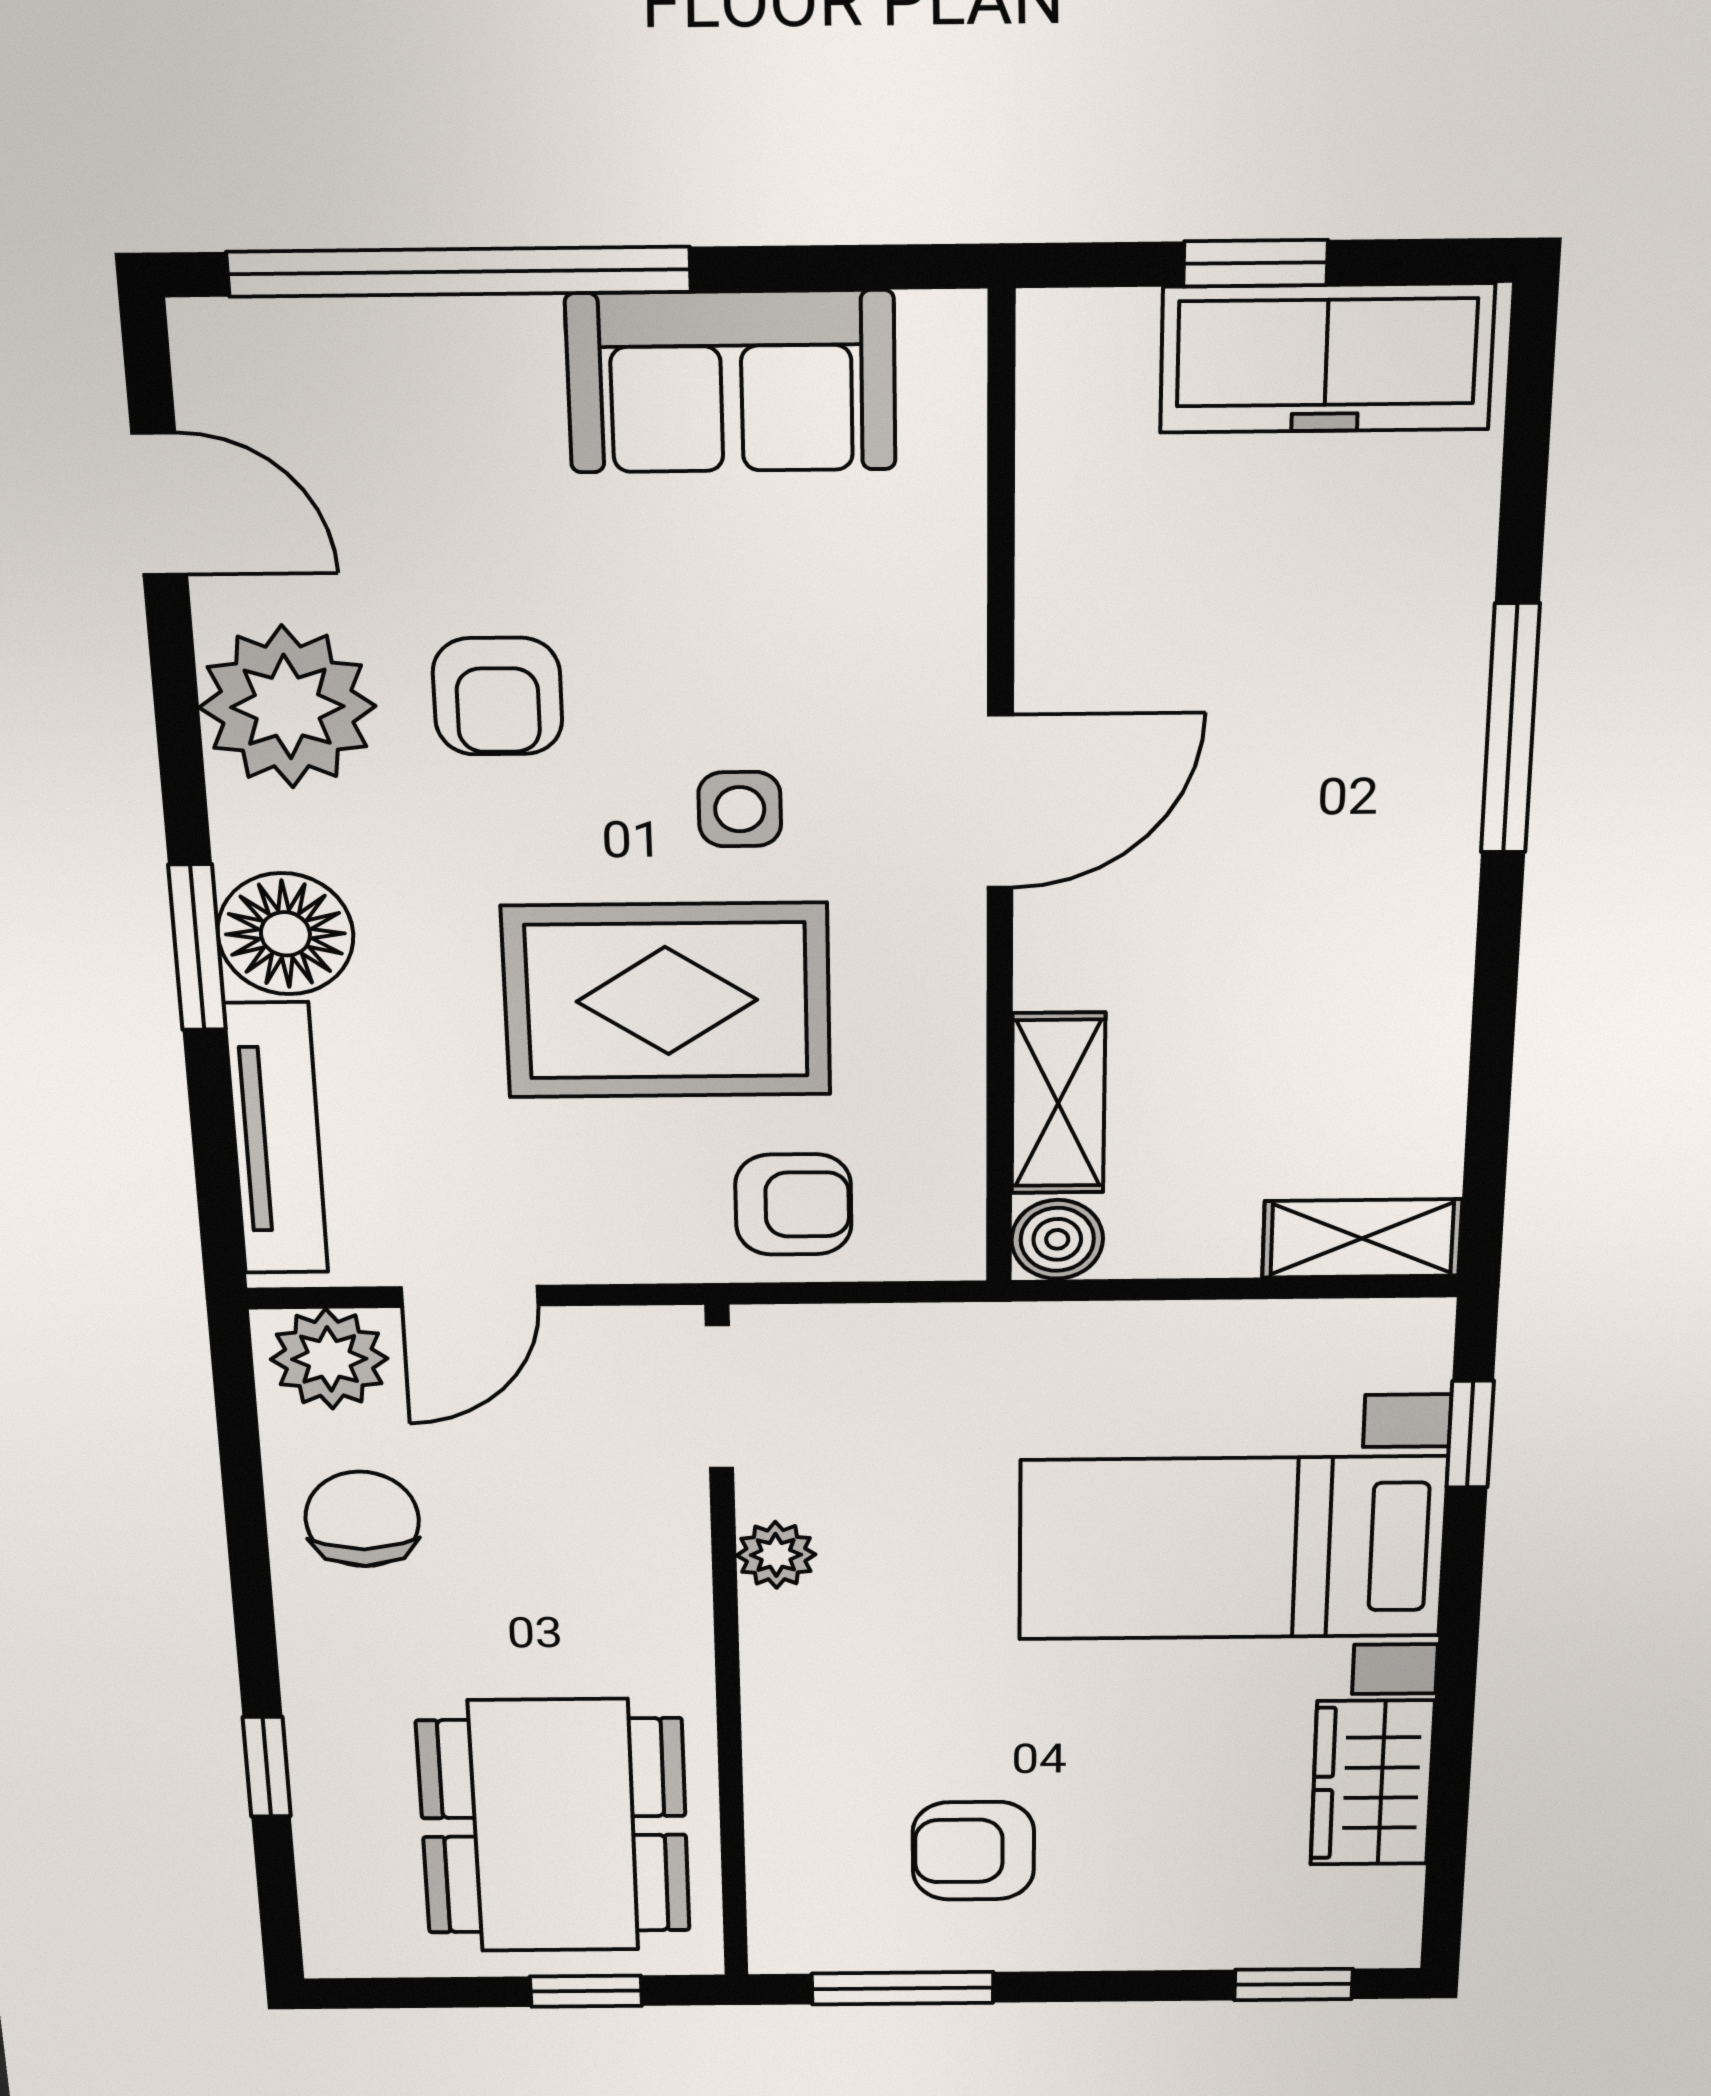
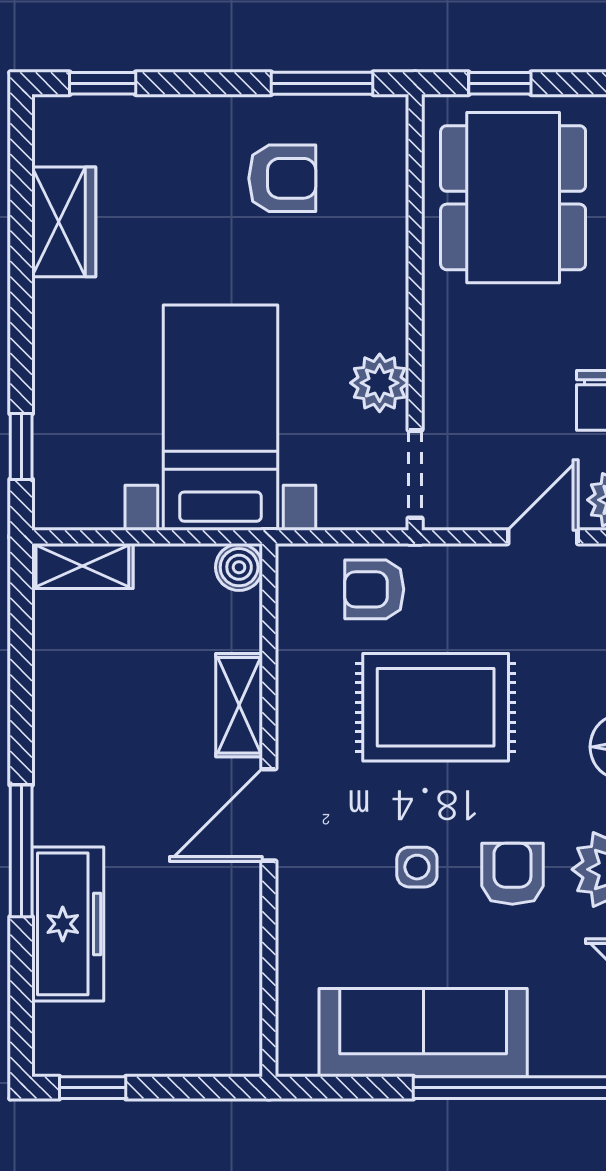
window: (1255, 263) -> (93, 1088), moved
freezer: (1327, 358) -> (68, 924), moved, turned 90
sofa: (731, 382) -> (423, 1033), width x1.36
side table: (740, 809) -> (417, 867), moved
shelving: (1058, 1103) -> (239, 705), moved
bed with nightstands: (1232, 1548) -> (220, 418), moved, turned -90
plant: (776, 1555) -> (380, 383), width x1.38, depth x1.38

